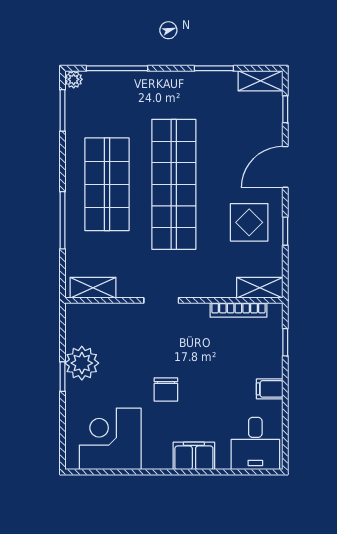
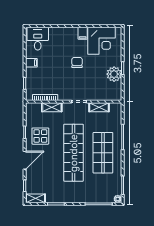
shelving: (93, 288) -> (99, 107), moved
shelving: (260, 288) -> (52, 107), moved
filing cabinet: (194, 456) -> (83, 33), moved, width x0.50

